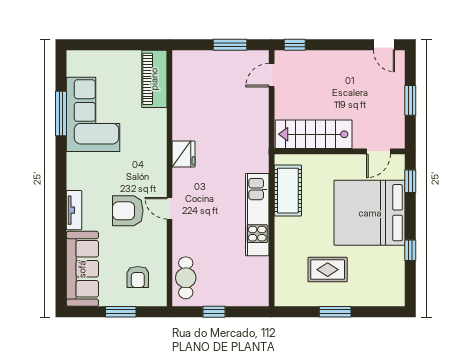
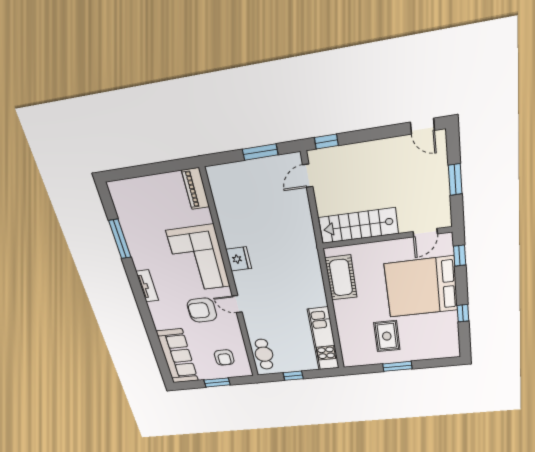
piano: (154, 79) -> (196, 189), width x0.73, depth x0.75
corner sofa: (93, 114) -> (198, 259), moved, turned 180
tv unit: (74, 210) -> (147, 286), moved
kitchen unit: (257, 215) -> (323, 339), moved
rug: (328, 270) -> (387, 336), turned 90

